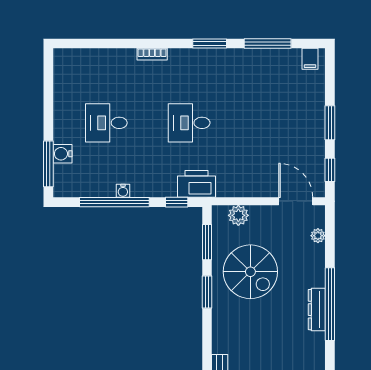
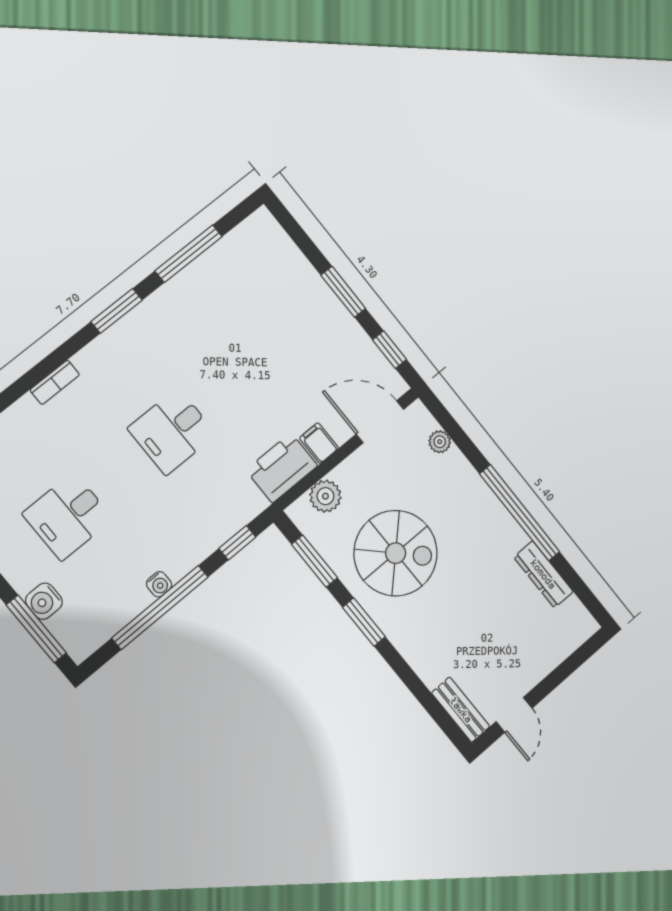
filing cabinet: (310, 59) -> (319, 443), moved, turned 180
printer: (197, 184) -> (282, 468), moved
dresser: (317, 310) -> (543, 574), moved

